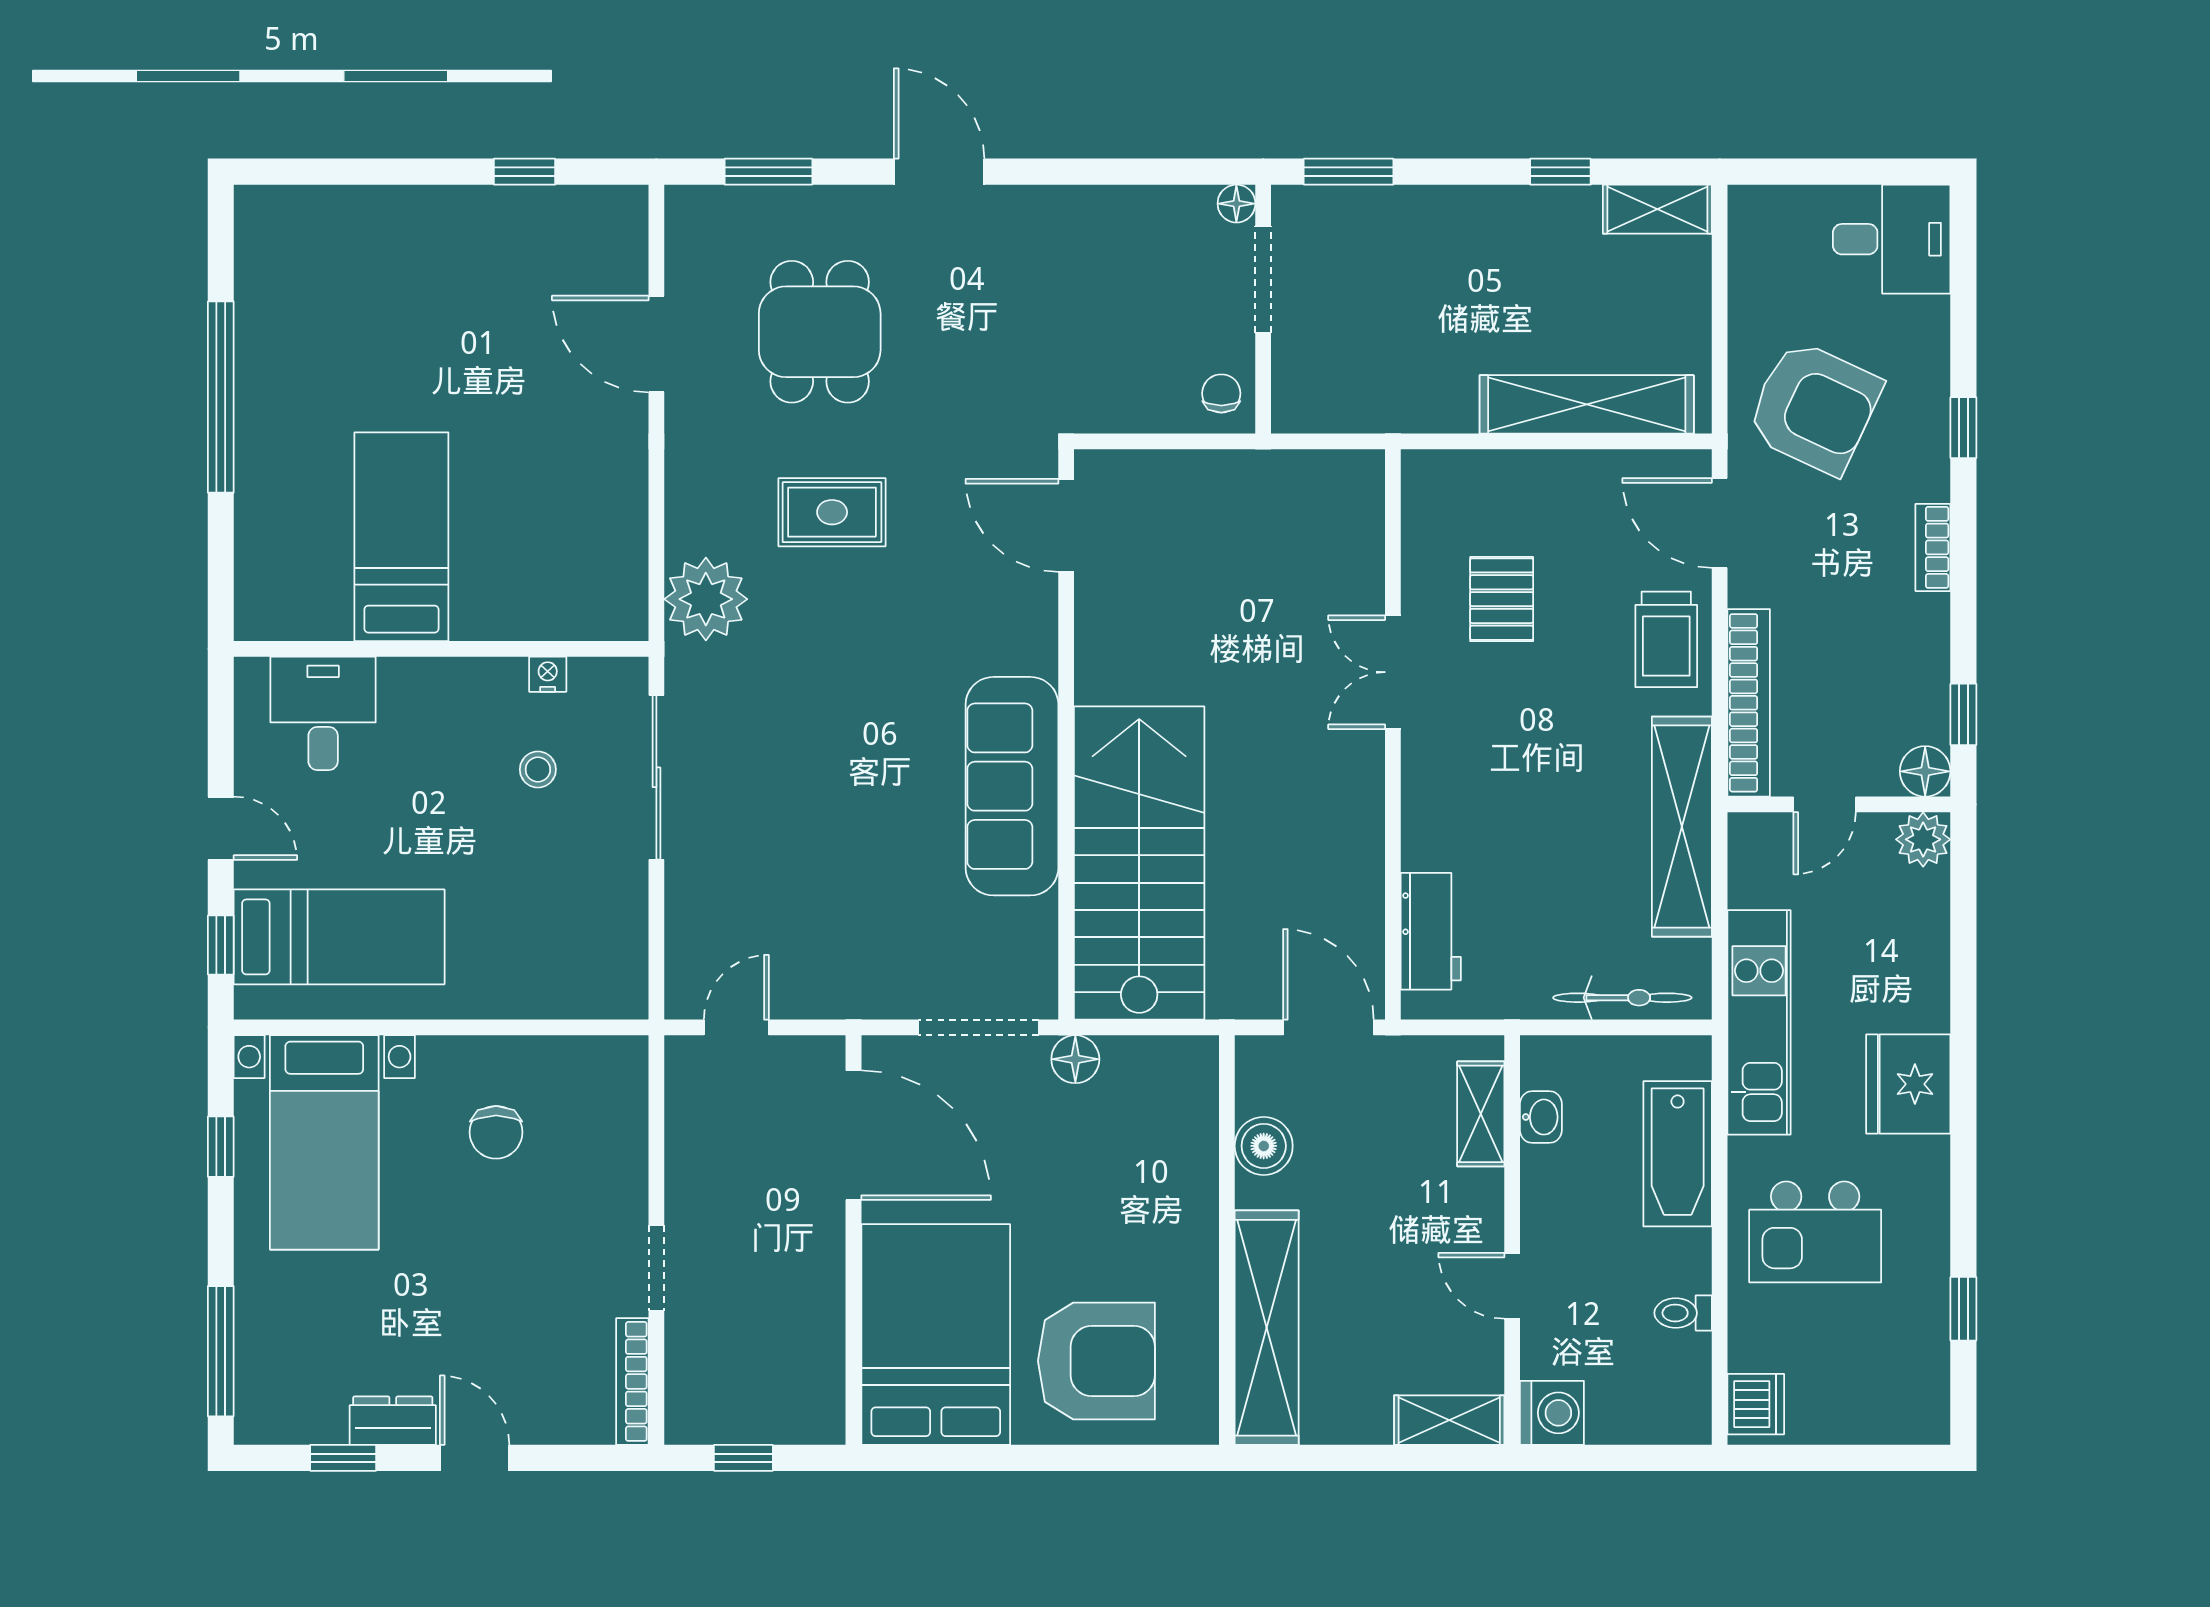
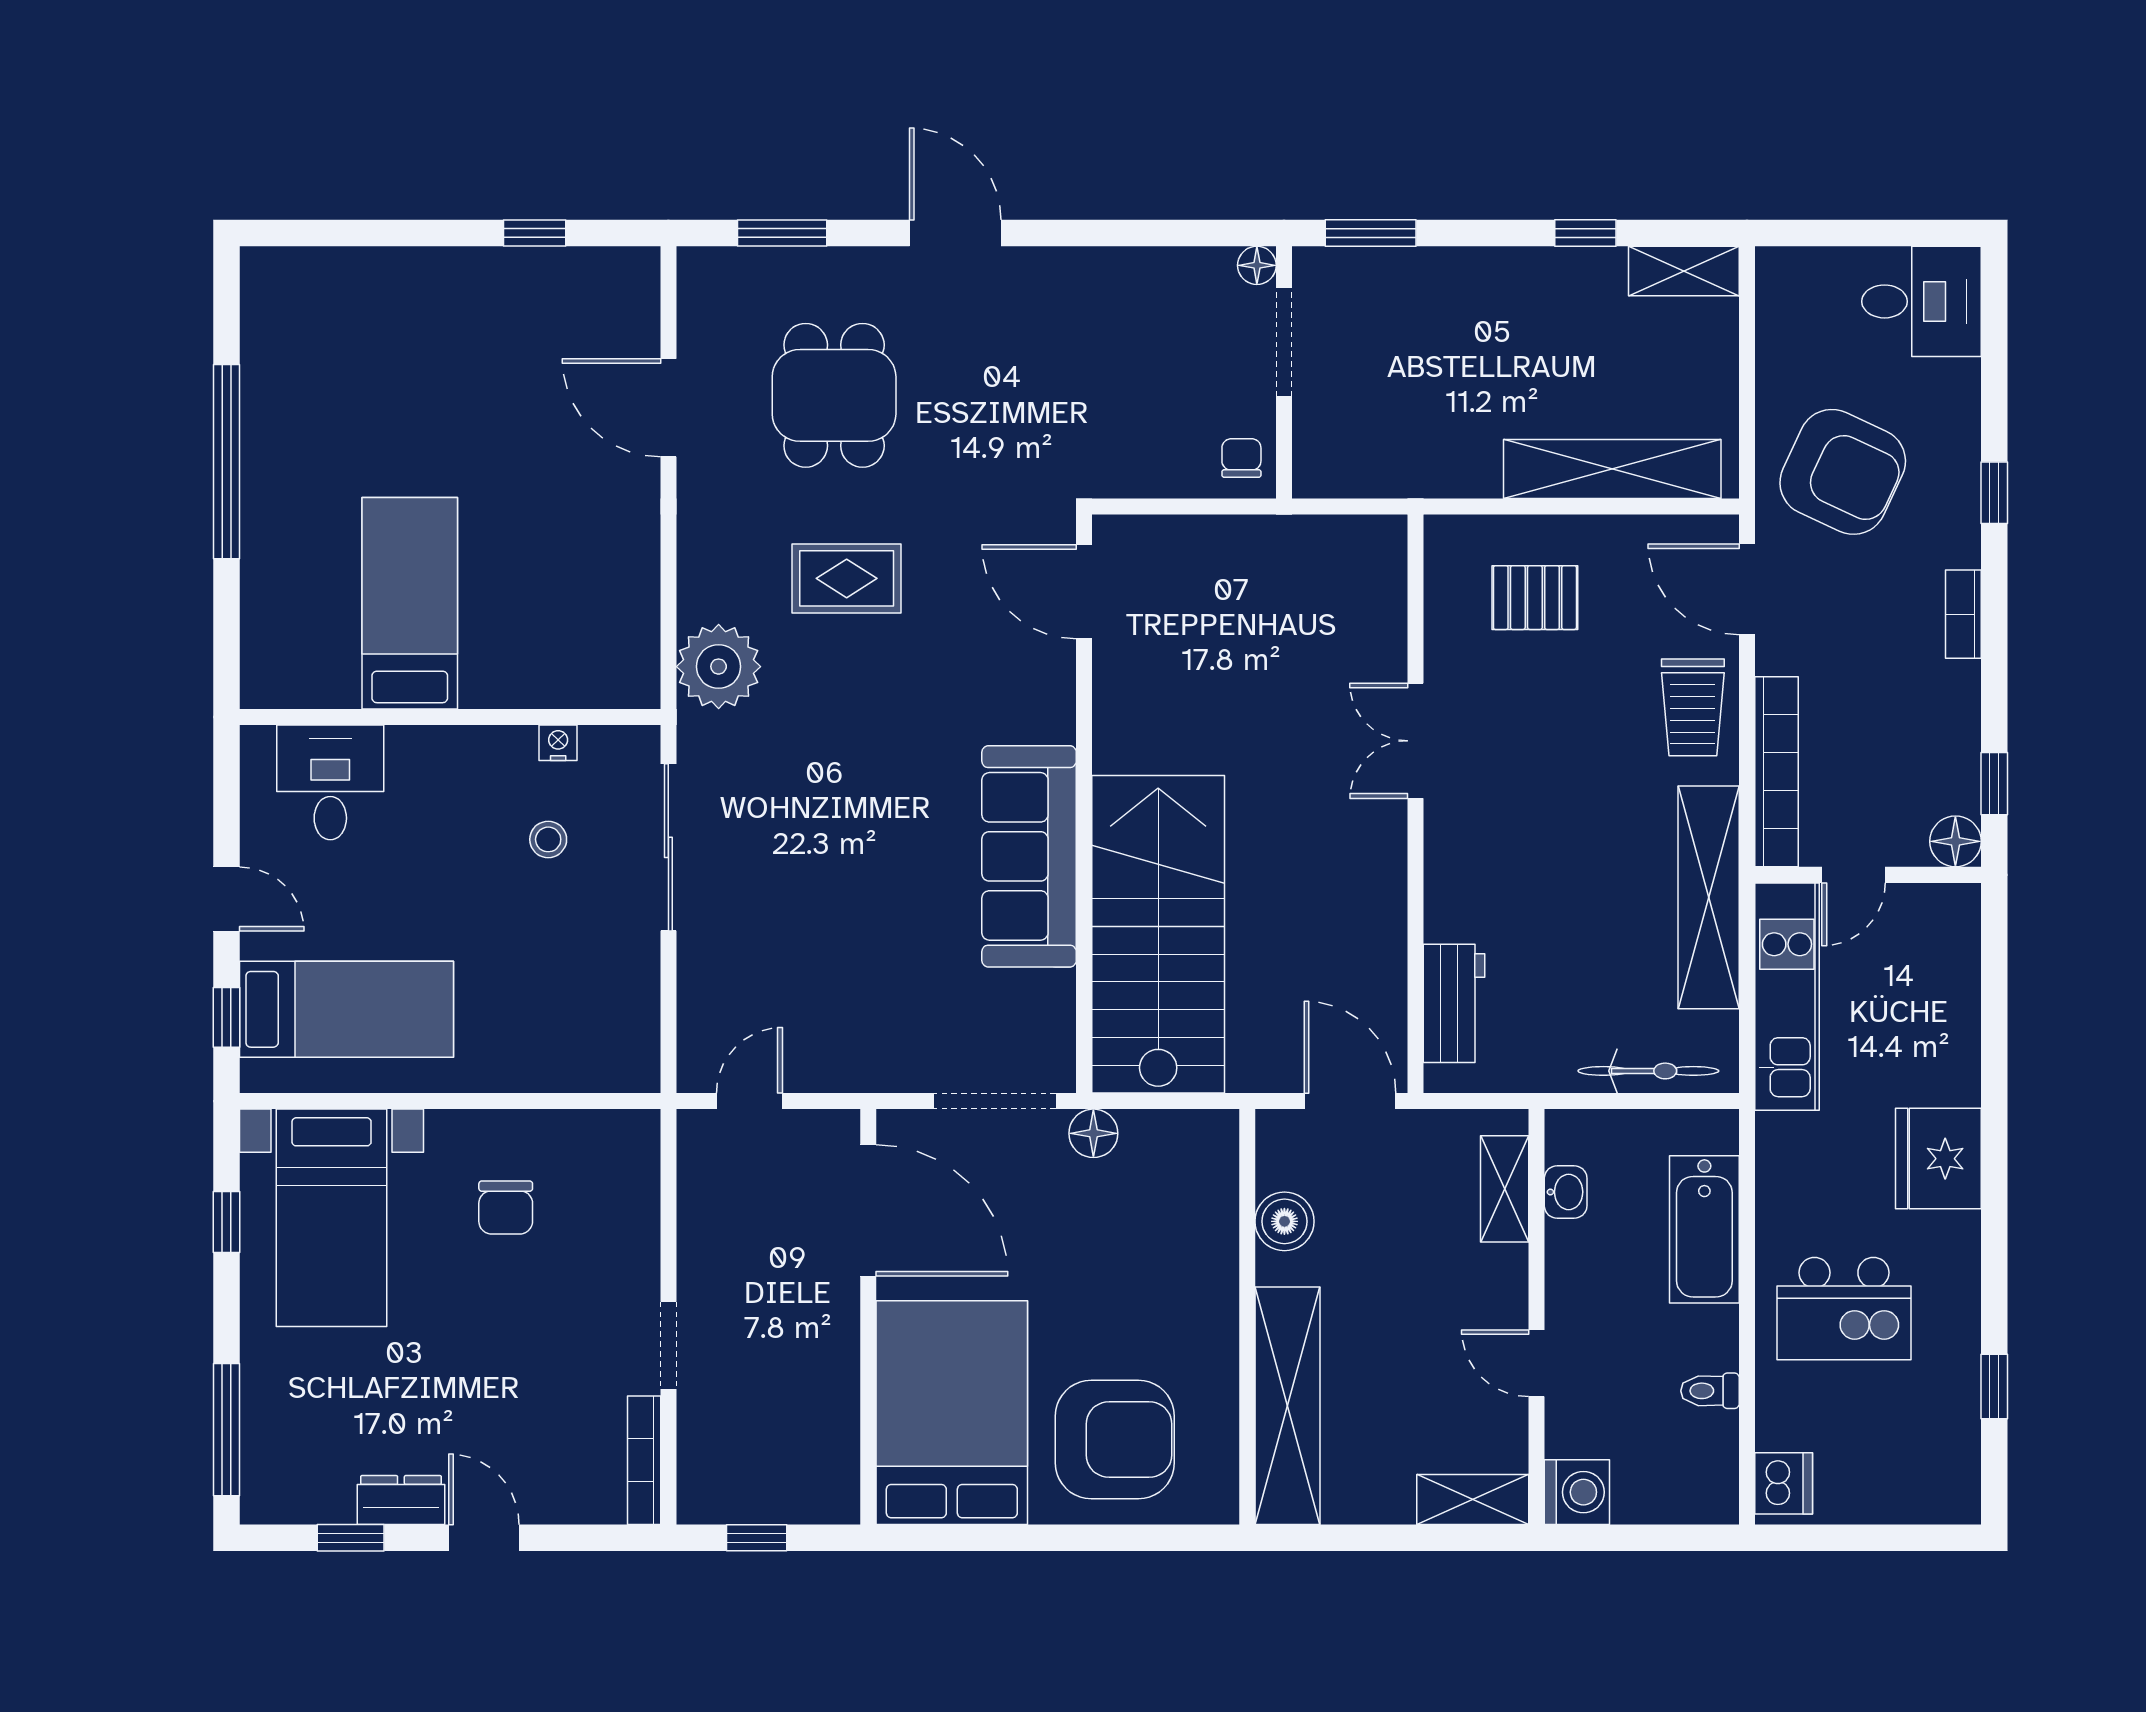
pallet: (1502, 599) -> (1535, 598), moved, turned 90
plant: (1923, 839) -> (1953, 910), removed
kitchen unit: (1759, 1022) -> (1787, 997), moved

